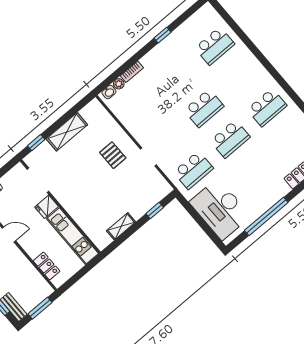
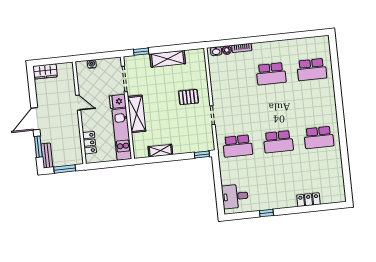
window: (163, 35) -> (281, 37), removed
school desk: (204, 108) -> (271, 74), moved
pallet: (113, 155) -> (189, 97), turned 90
shelving: (73, 206) -> (137, 114), added
desk: (220, 209) -> (235, 196), width x0.53, depth x0.77
window: (155, 211) -> (202, 155), moved
window: (266, 216) -> (266, 213), width x0.32

